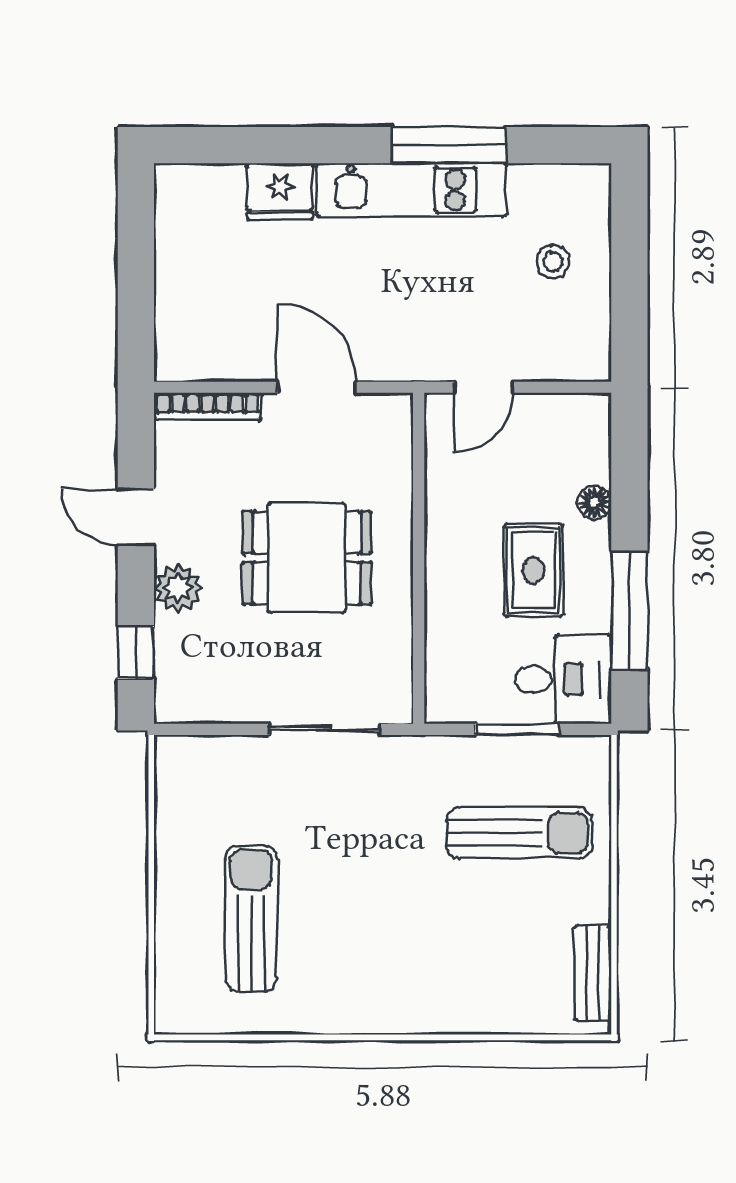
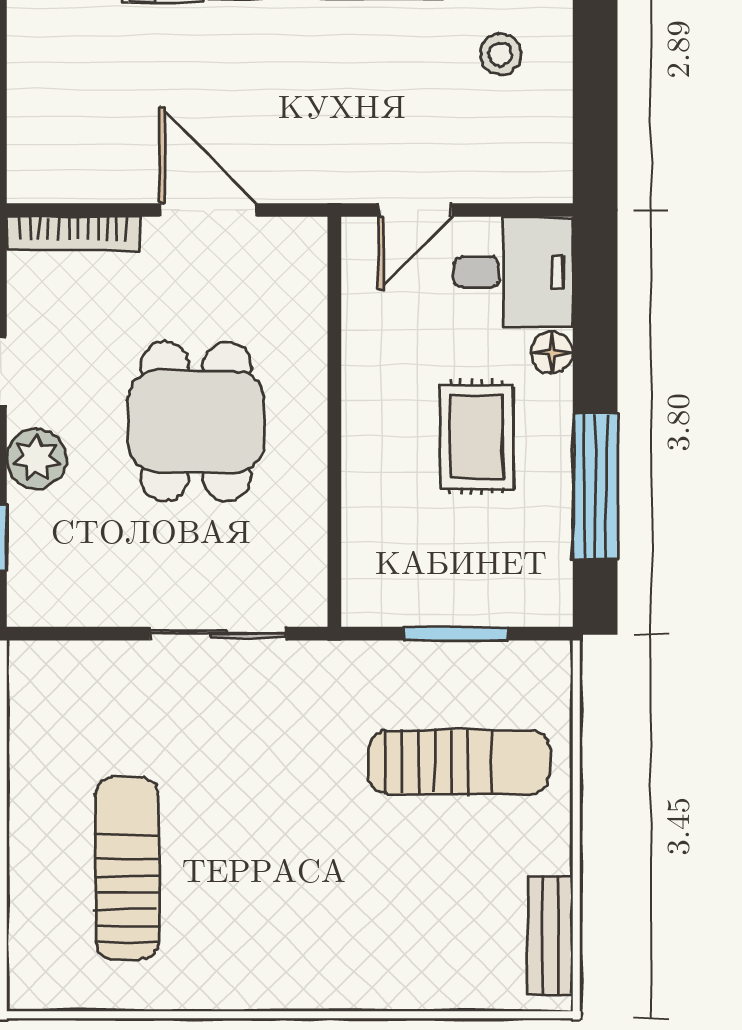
dining table: (307, 558) -> (196, 421), turned 90
desk: (563, 679) -> (513, 272), moved

